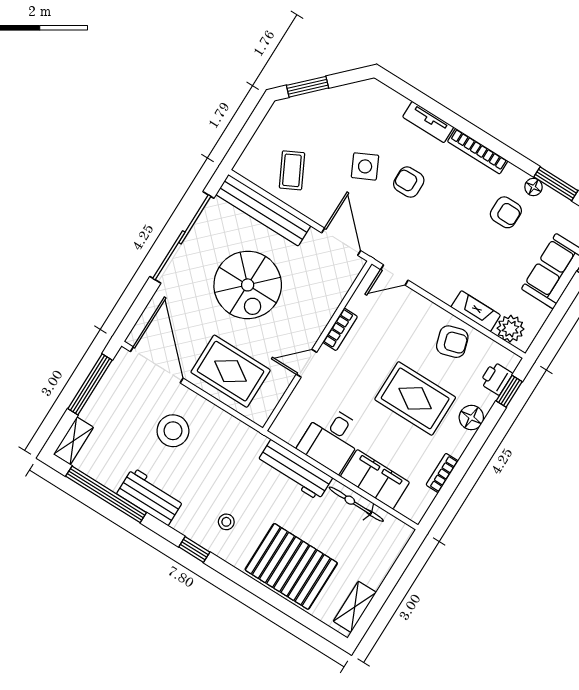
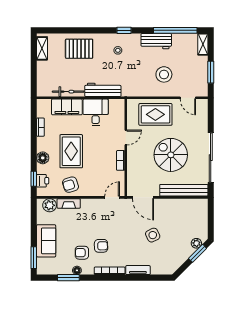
plant: (299, 105) -> (196, 243), added
coffee table: (292, 170) -> (182, 214), removed
armchair: (409, 182) -> (101, 246), moved
door: (157, 365) -> (188, 98), width x0.53
window: (90, 384) -> (211, 72), width x0.69
rug: (415, 398) -> (71, 151), turned 90
pallet: (291, 566) -> (79, 49), width x0.73, depth x0.71

